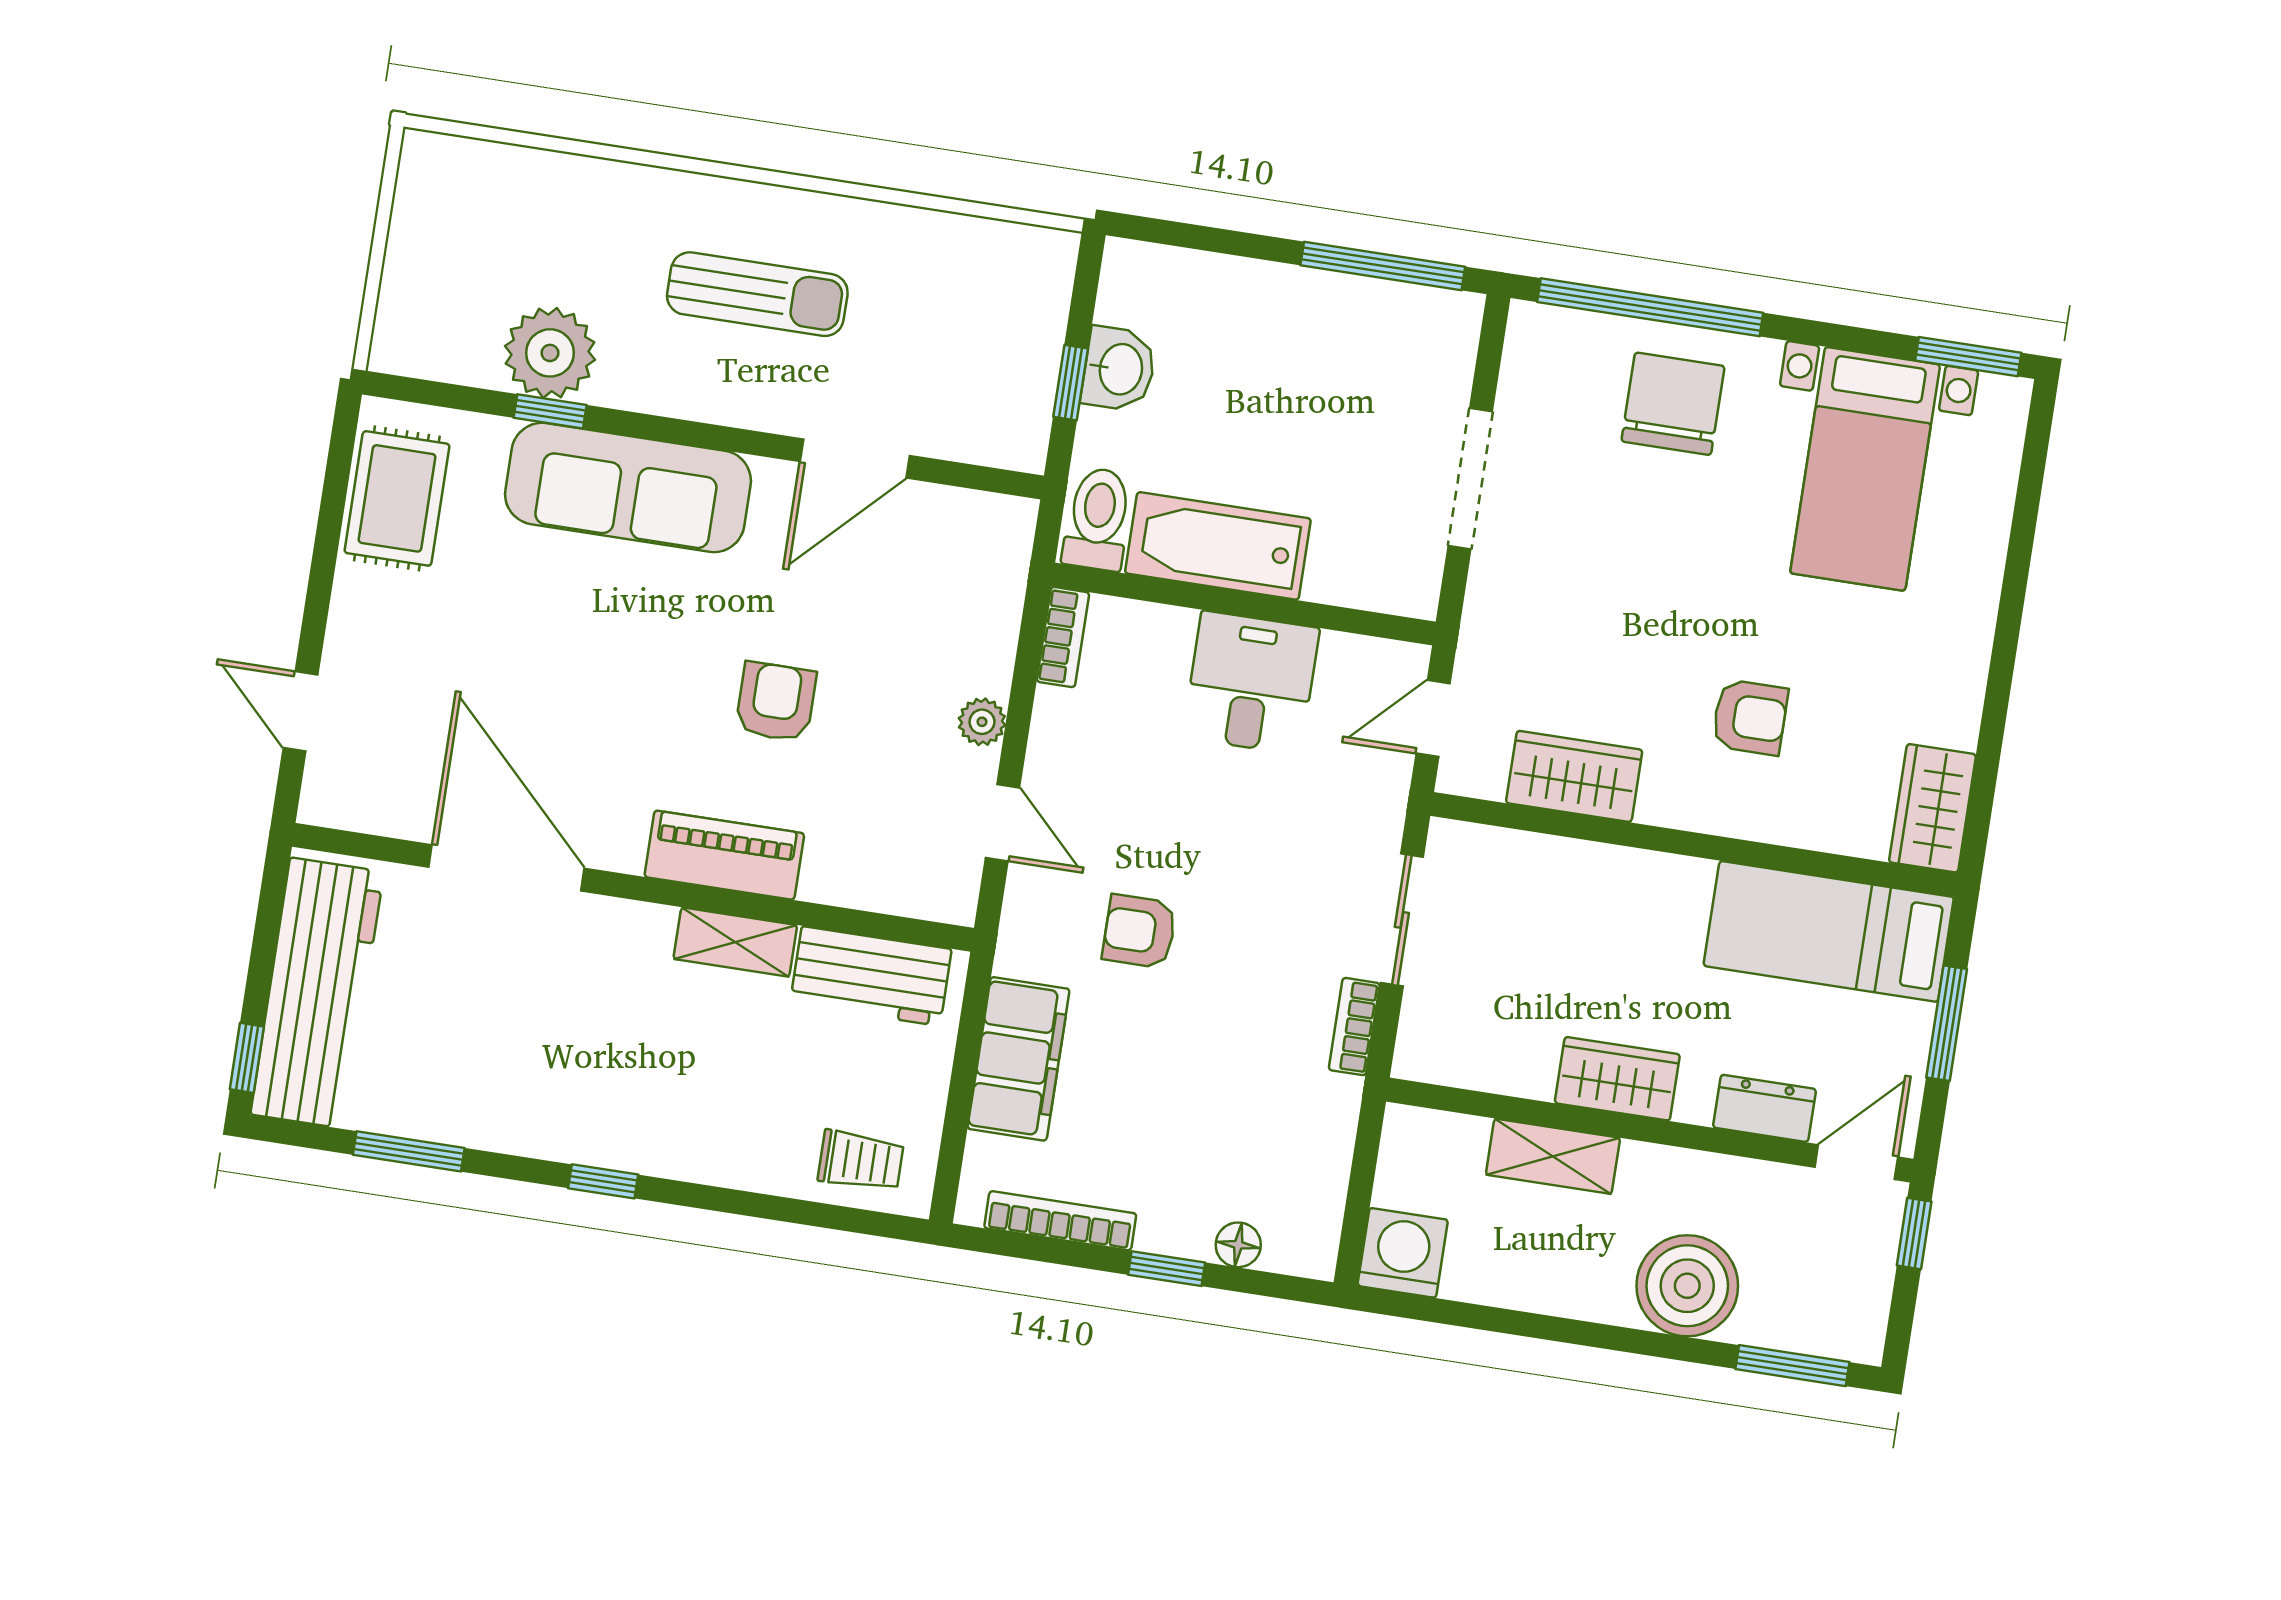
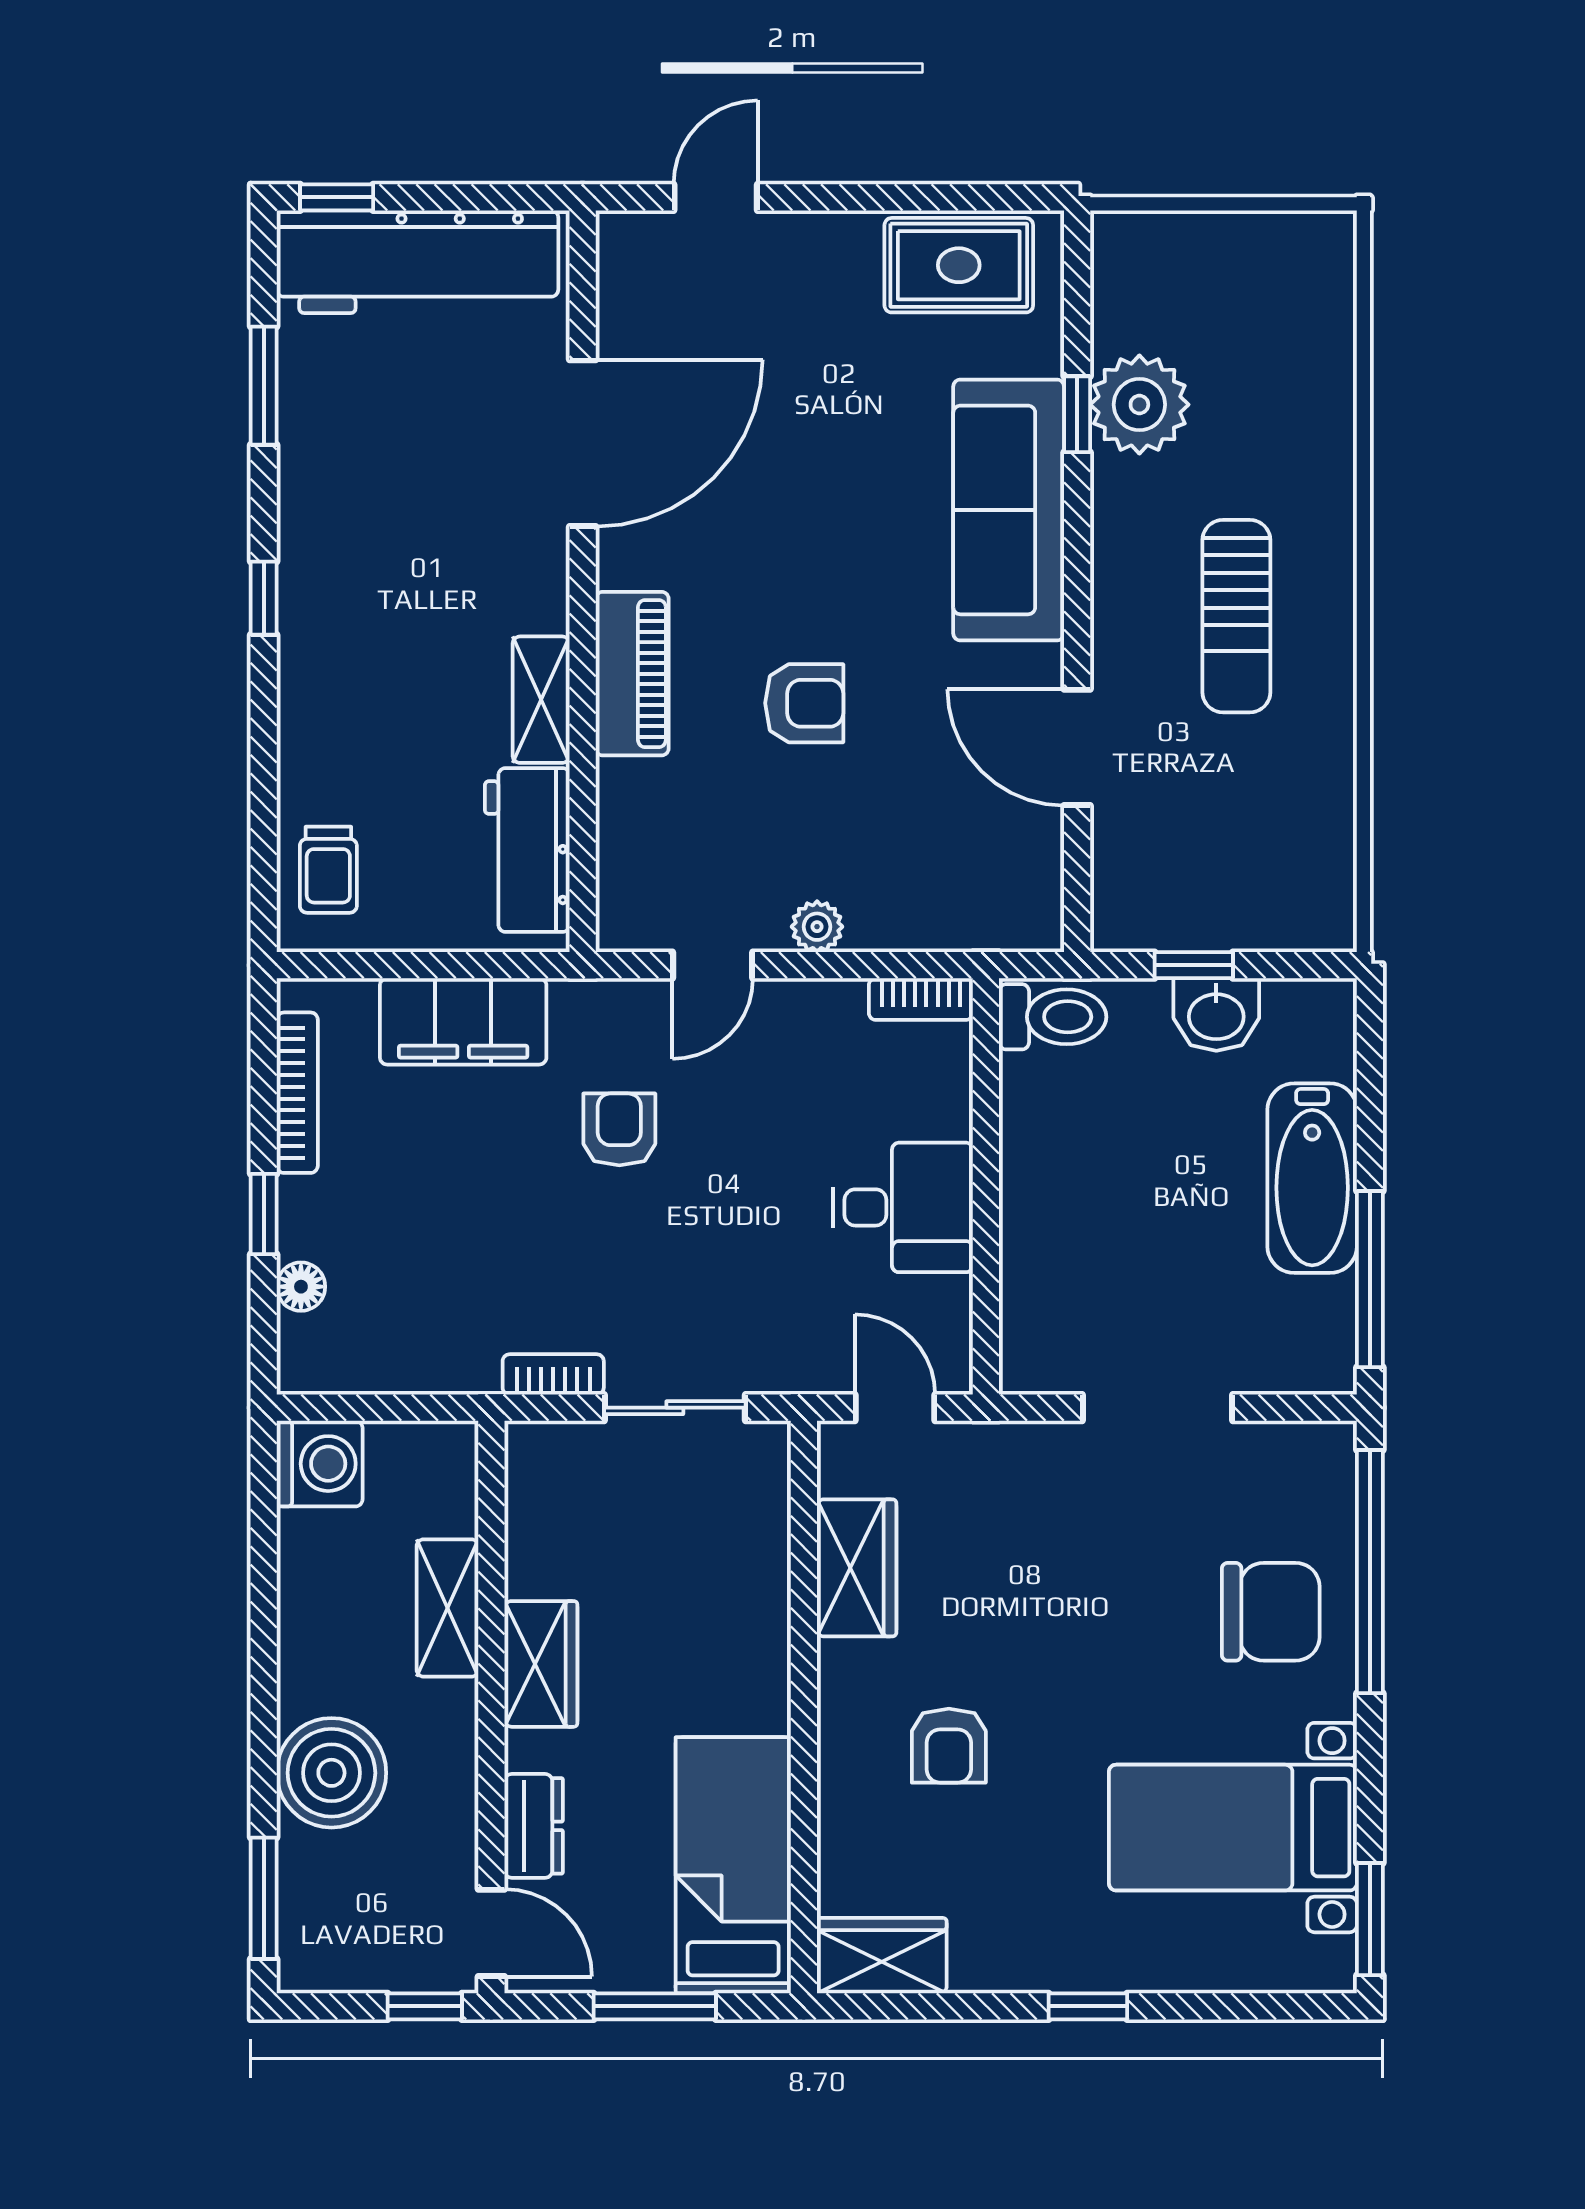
bathtub: (1218, 546) -> (1312, 1178), moved, turned 180
window: (2008, 627) -> (1088, 2006), added

